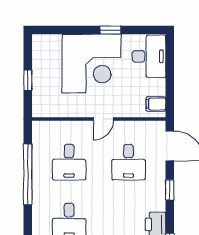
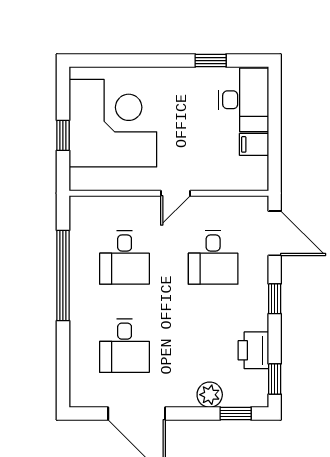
window: (110, 30) -> (211, 61), moved
corner desk: (92, 64) -> (113, 123), moved, turned -90
filing cabinet: (156, 104) -> (254, 144), moved

